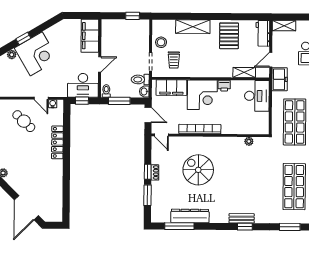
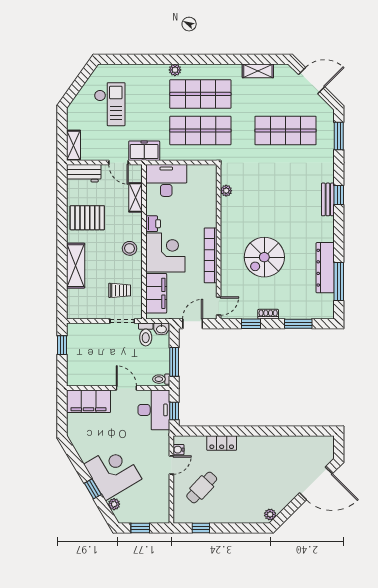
stool: (161, 42) -> (130, 248), moved
locker: (57, 142) -> (222, 443), width x0.66
window: (148, 172) -> (251, 324), moved

